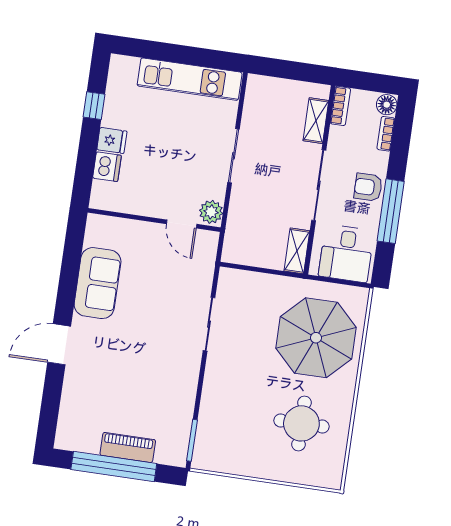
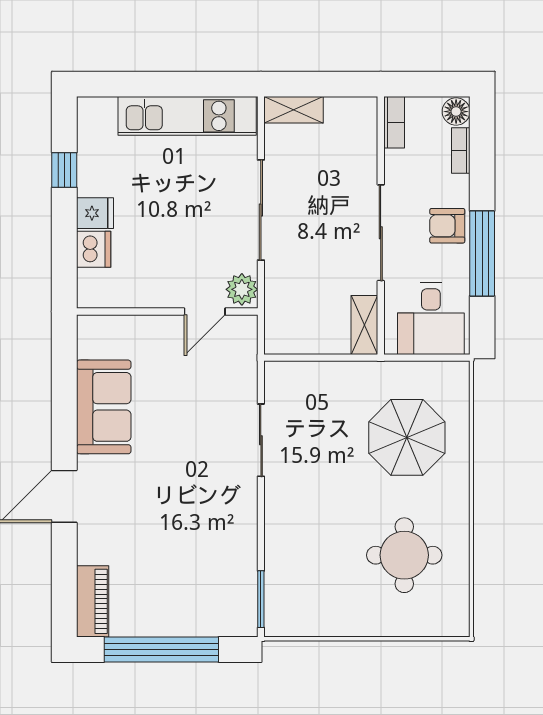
shelving: (316, 121) -> (294, 110), moved, turned 90
sliding door: (233, 156) -> (261, 210), width x1.37
door: (182, 224) -> (205, 312), hinge flipped
parasol: (316, 338) -> (407, 437), width x0.73, depth x0.73
piano: (128, 447) -> (93, 601), moved, turned 90

